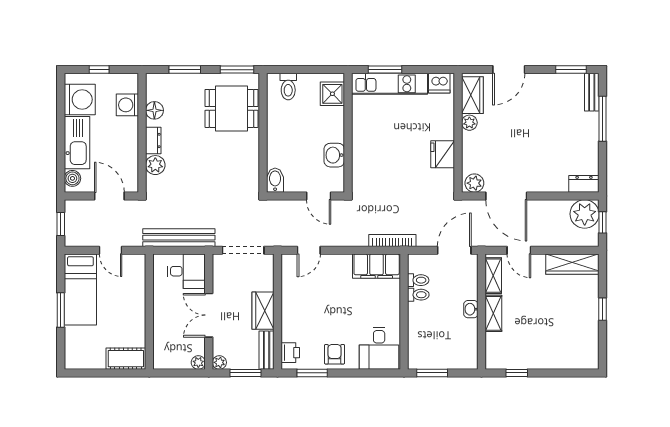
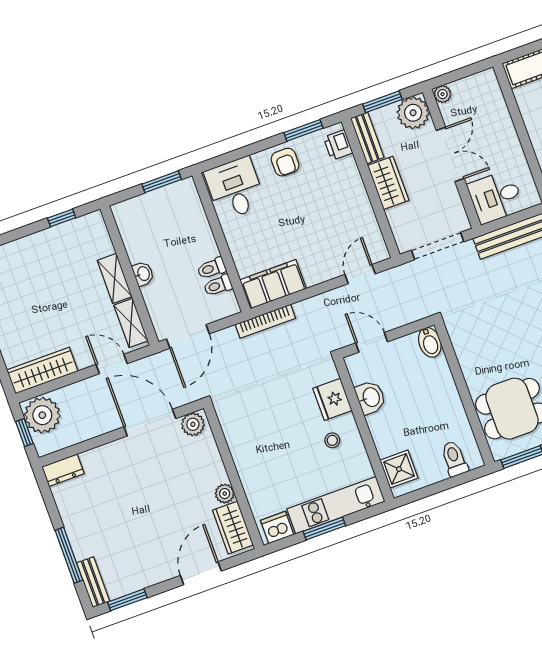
window: (385, 70) -> (324, 529), moved
stool: (375, 133) -> (332, 440), added
fridge: (443, 154) -> (332, 399), moved, turned 180
plant: (585, 214) -> (42, 415), moved
plant: (219, 362) -> (413, 113), width x1.88, depth x1.88

